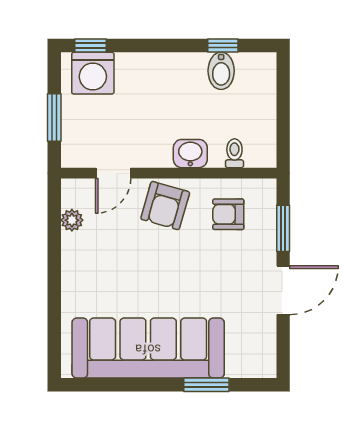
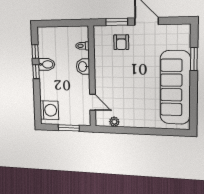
window: (90, 45) -> (36, 72), moved
bidet: (221, 71) -> (47, 64), moved
armchair: (165, 206) -> (107, 78), removed
armchair: (228, 214) -> (121, 42), moved

